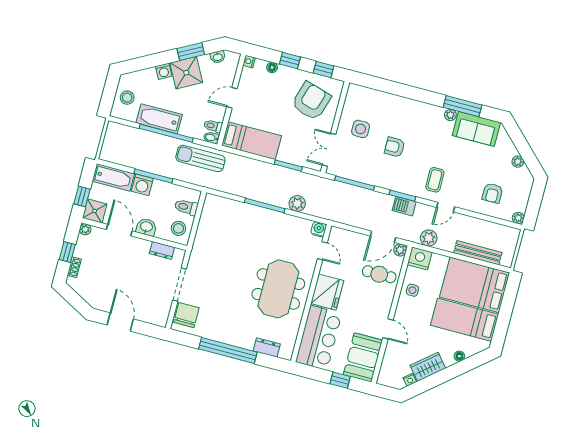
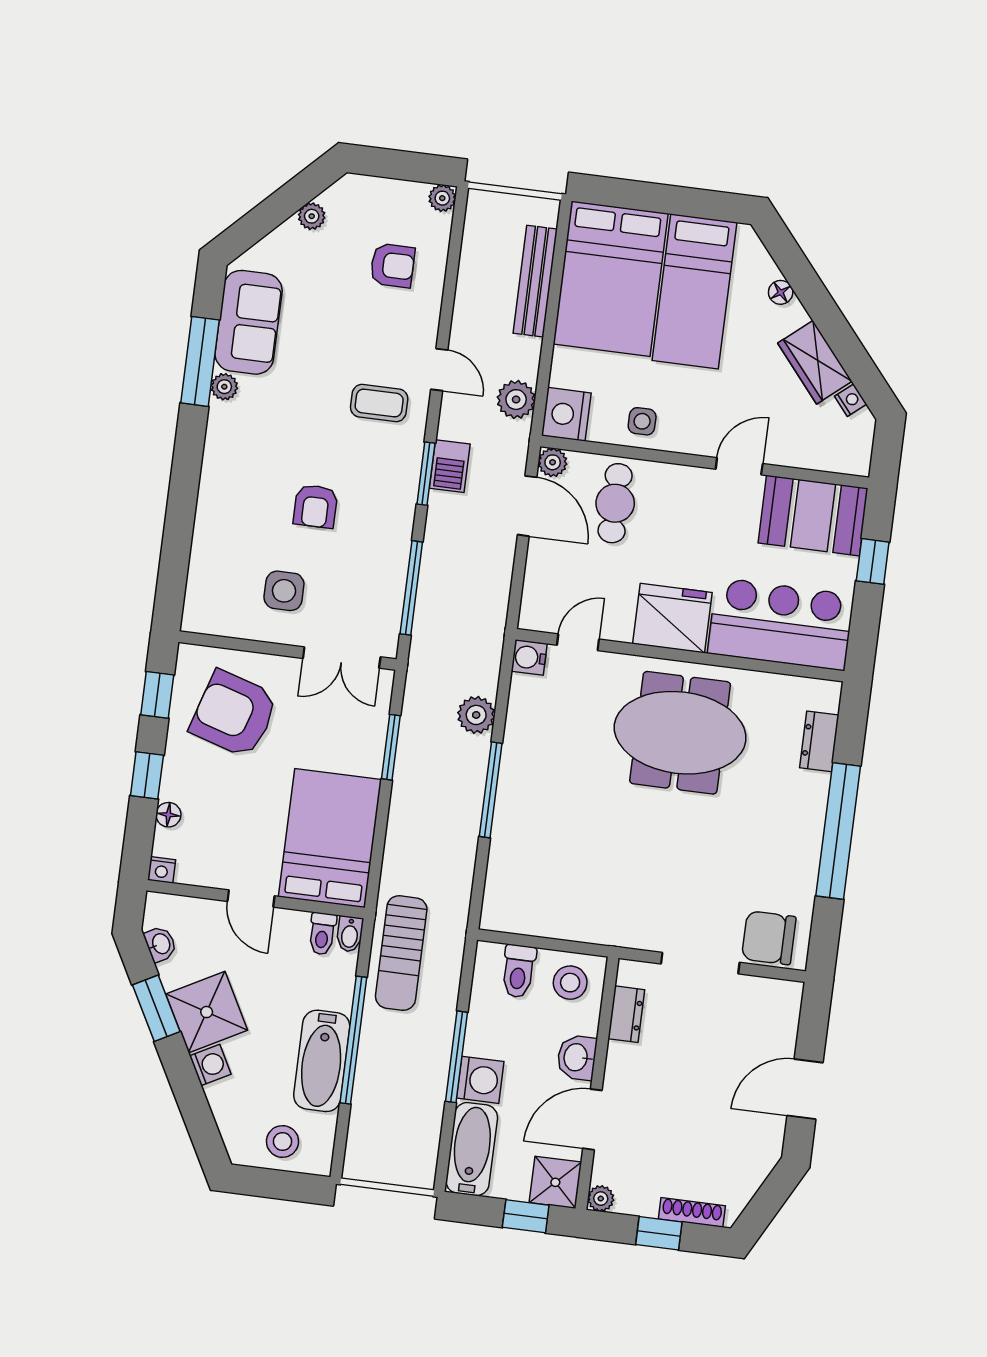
bed: (252, 141) -> (330, 838), width x1.50
shoe rack: (74, 267) -> (692, 1212), width x1.43

